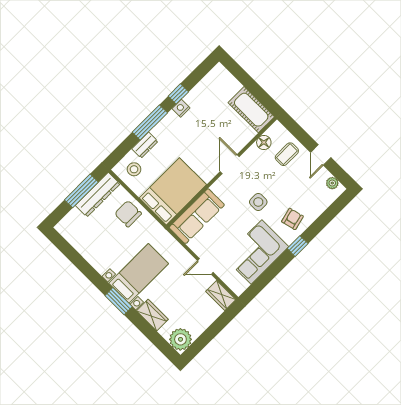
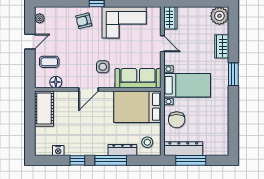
nightstand: (181, 108) -> (58, 150), moved
dresser: (145, 145) -> (122, 150), width x1.44
side table: (258, 202) -> (103, 67), moved
bed with nightstands: (139, 273) -> (187, 85), moved, turned 180

